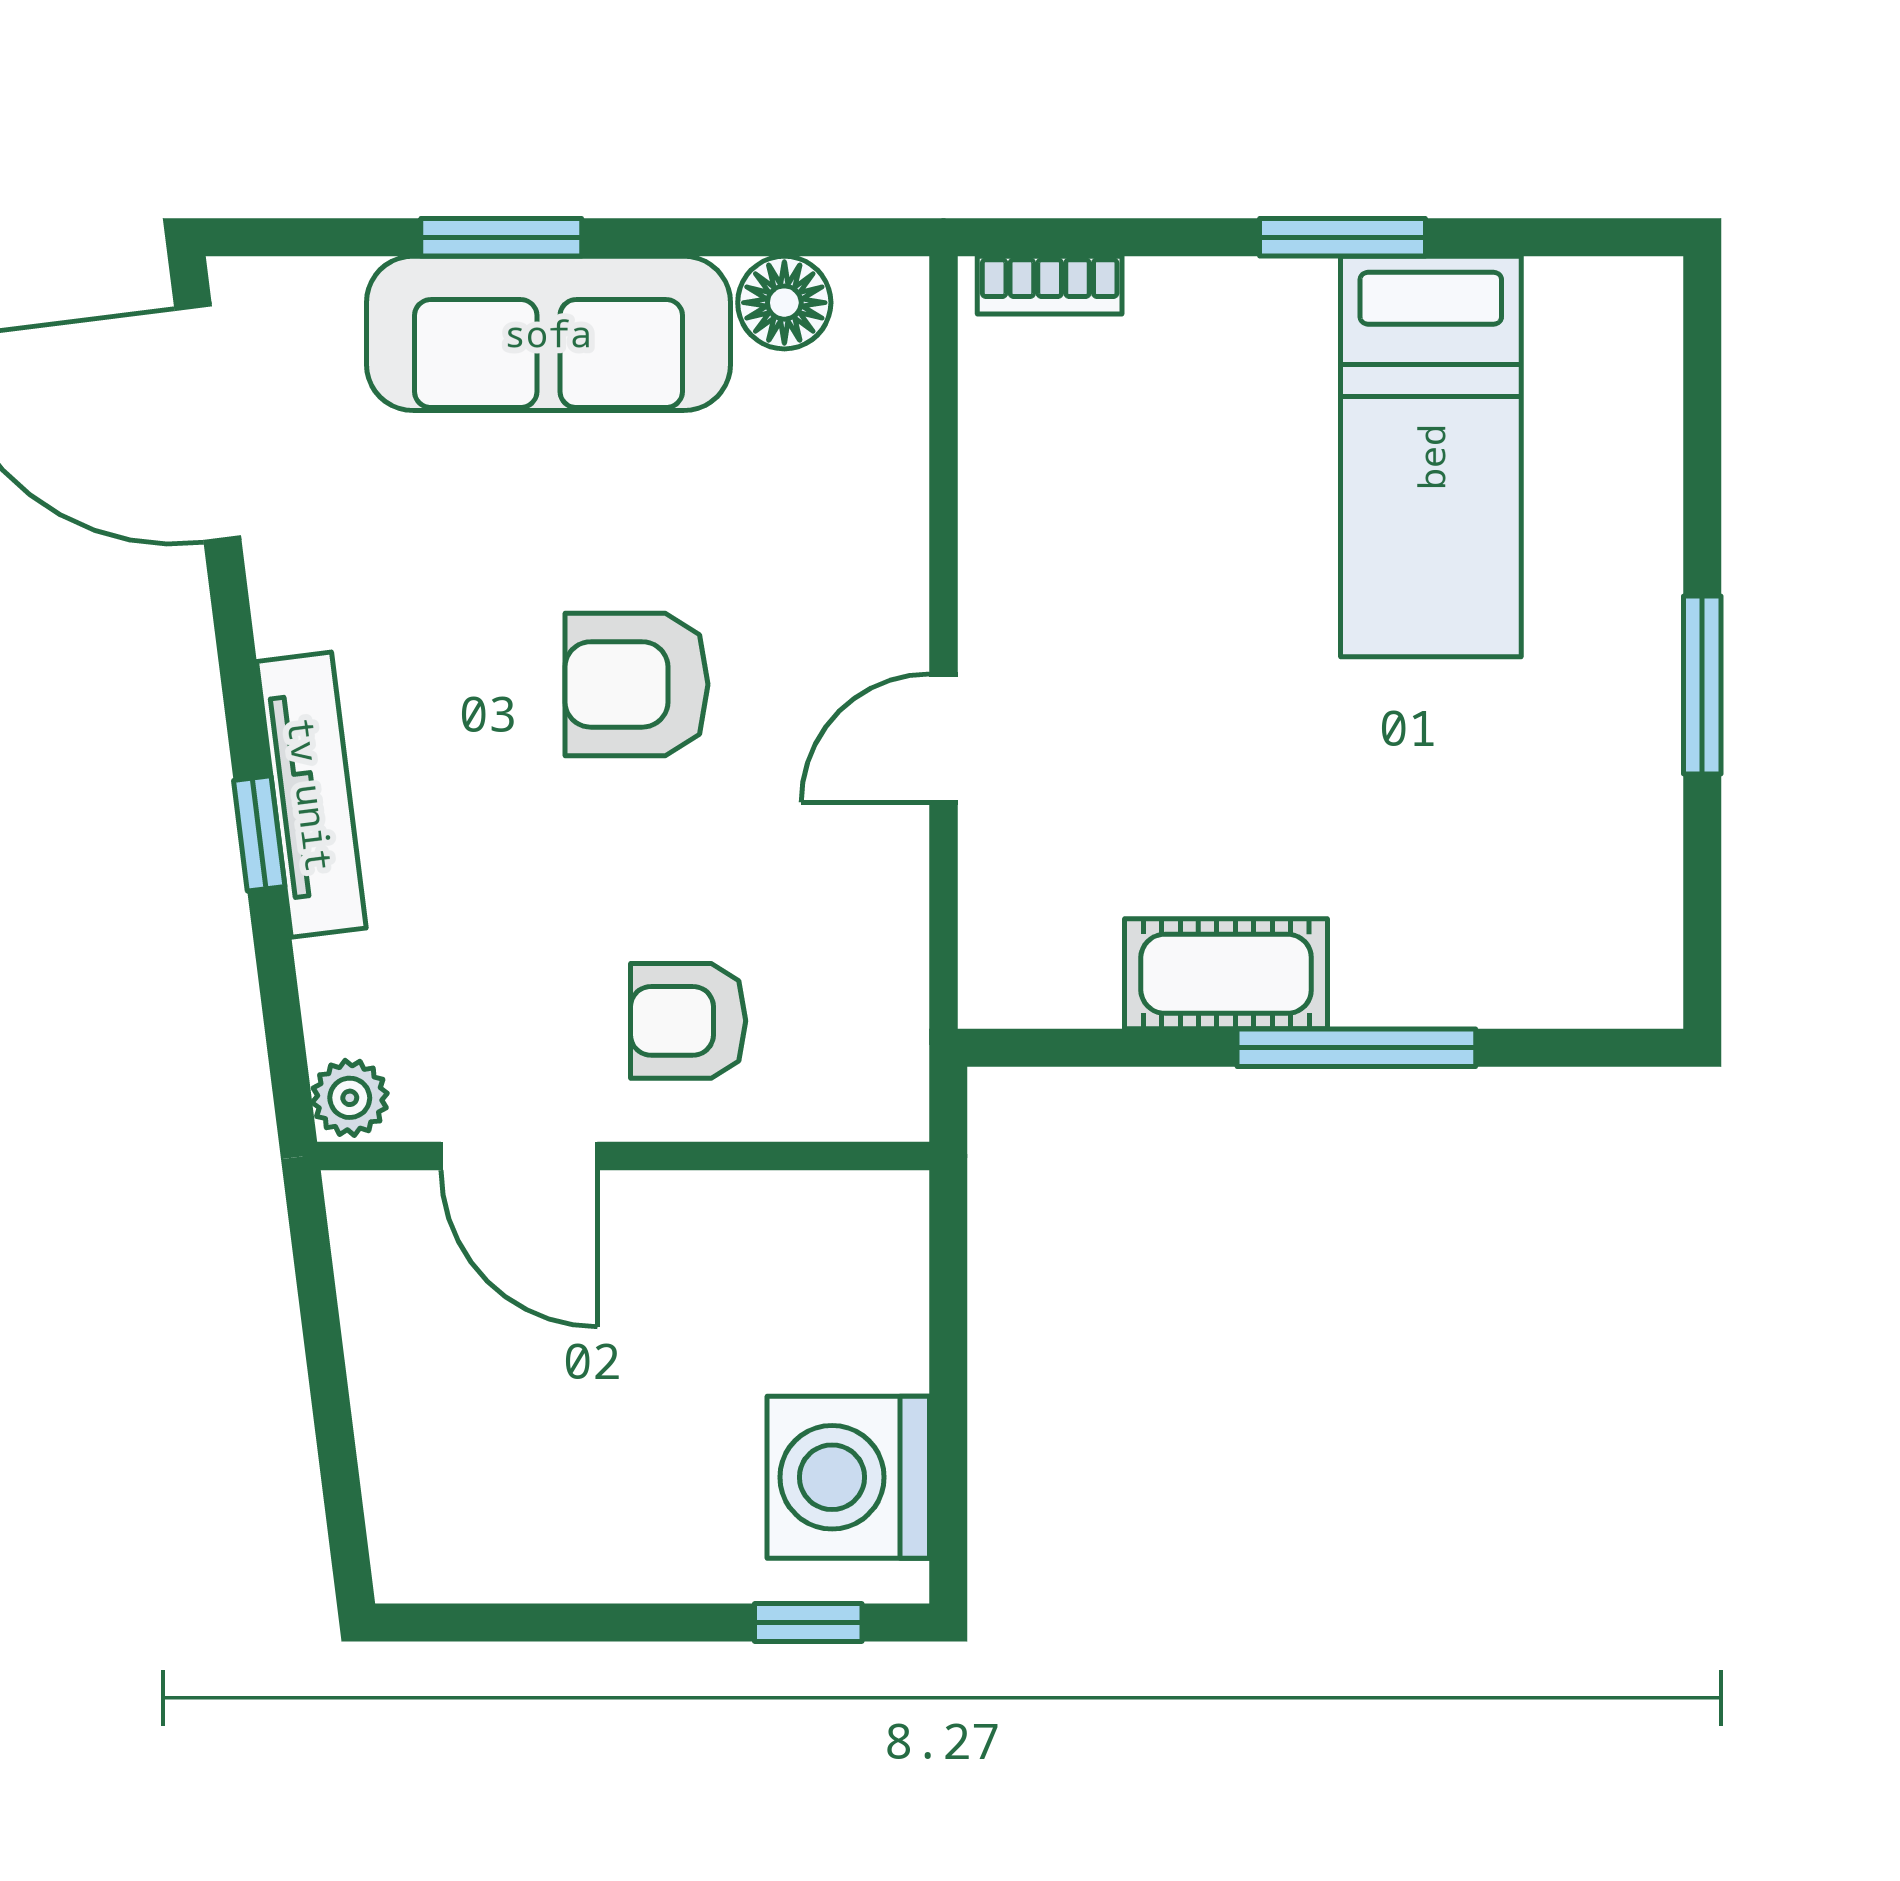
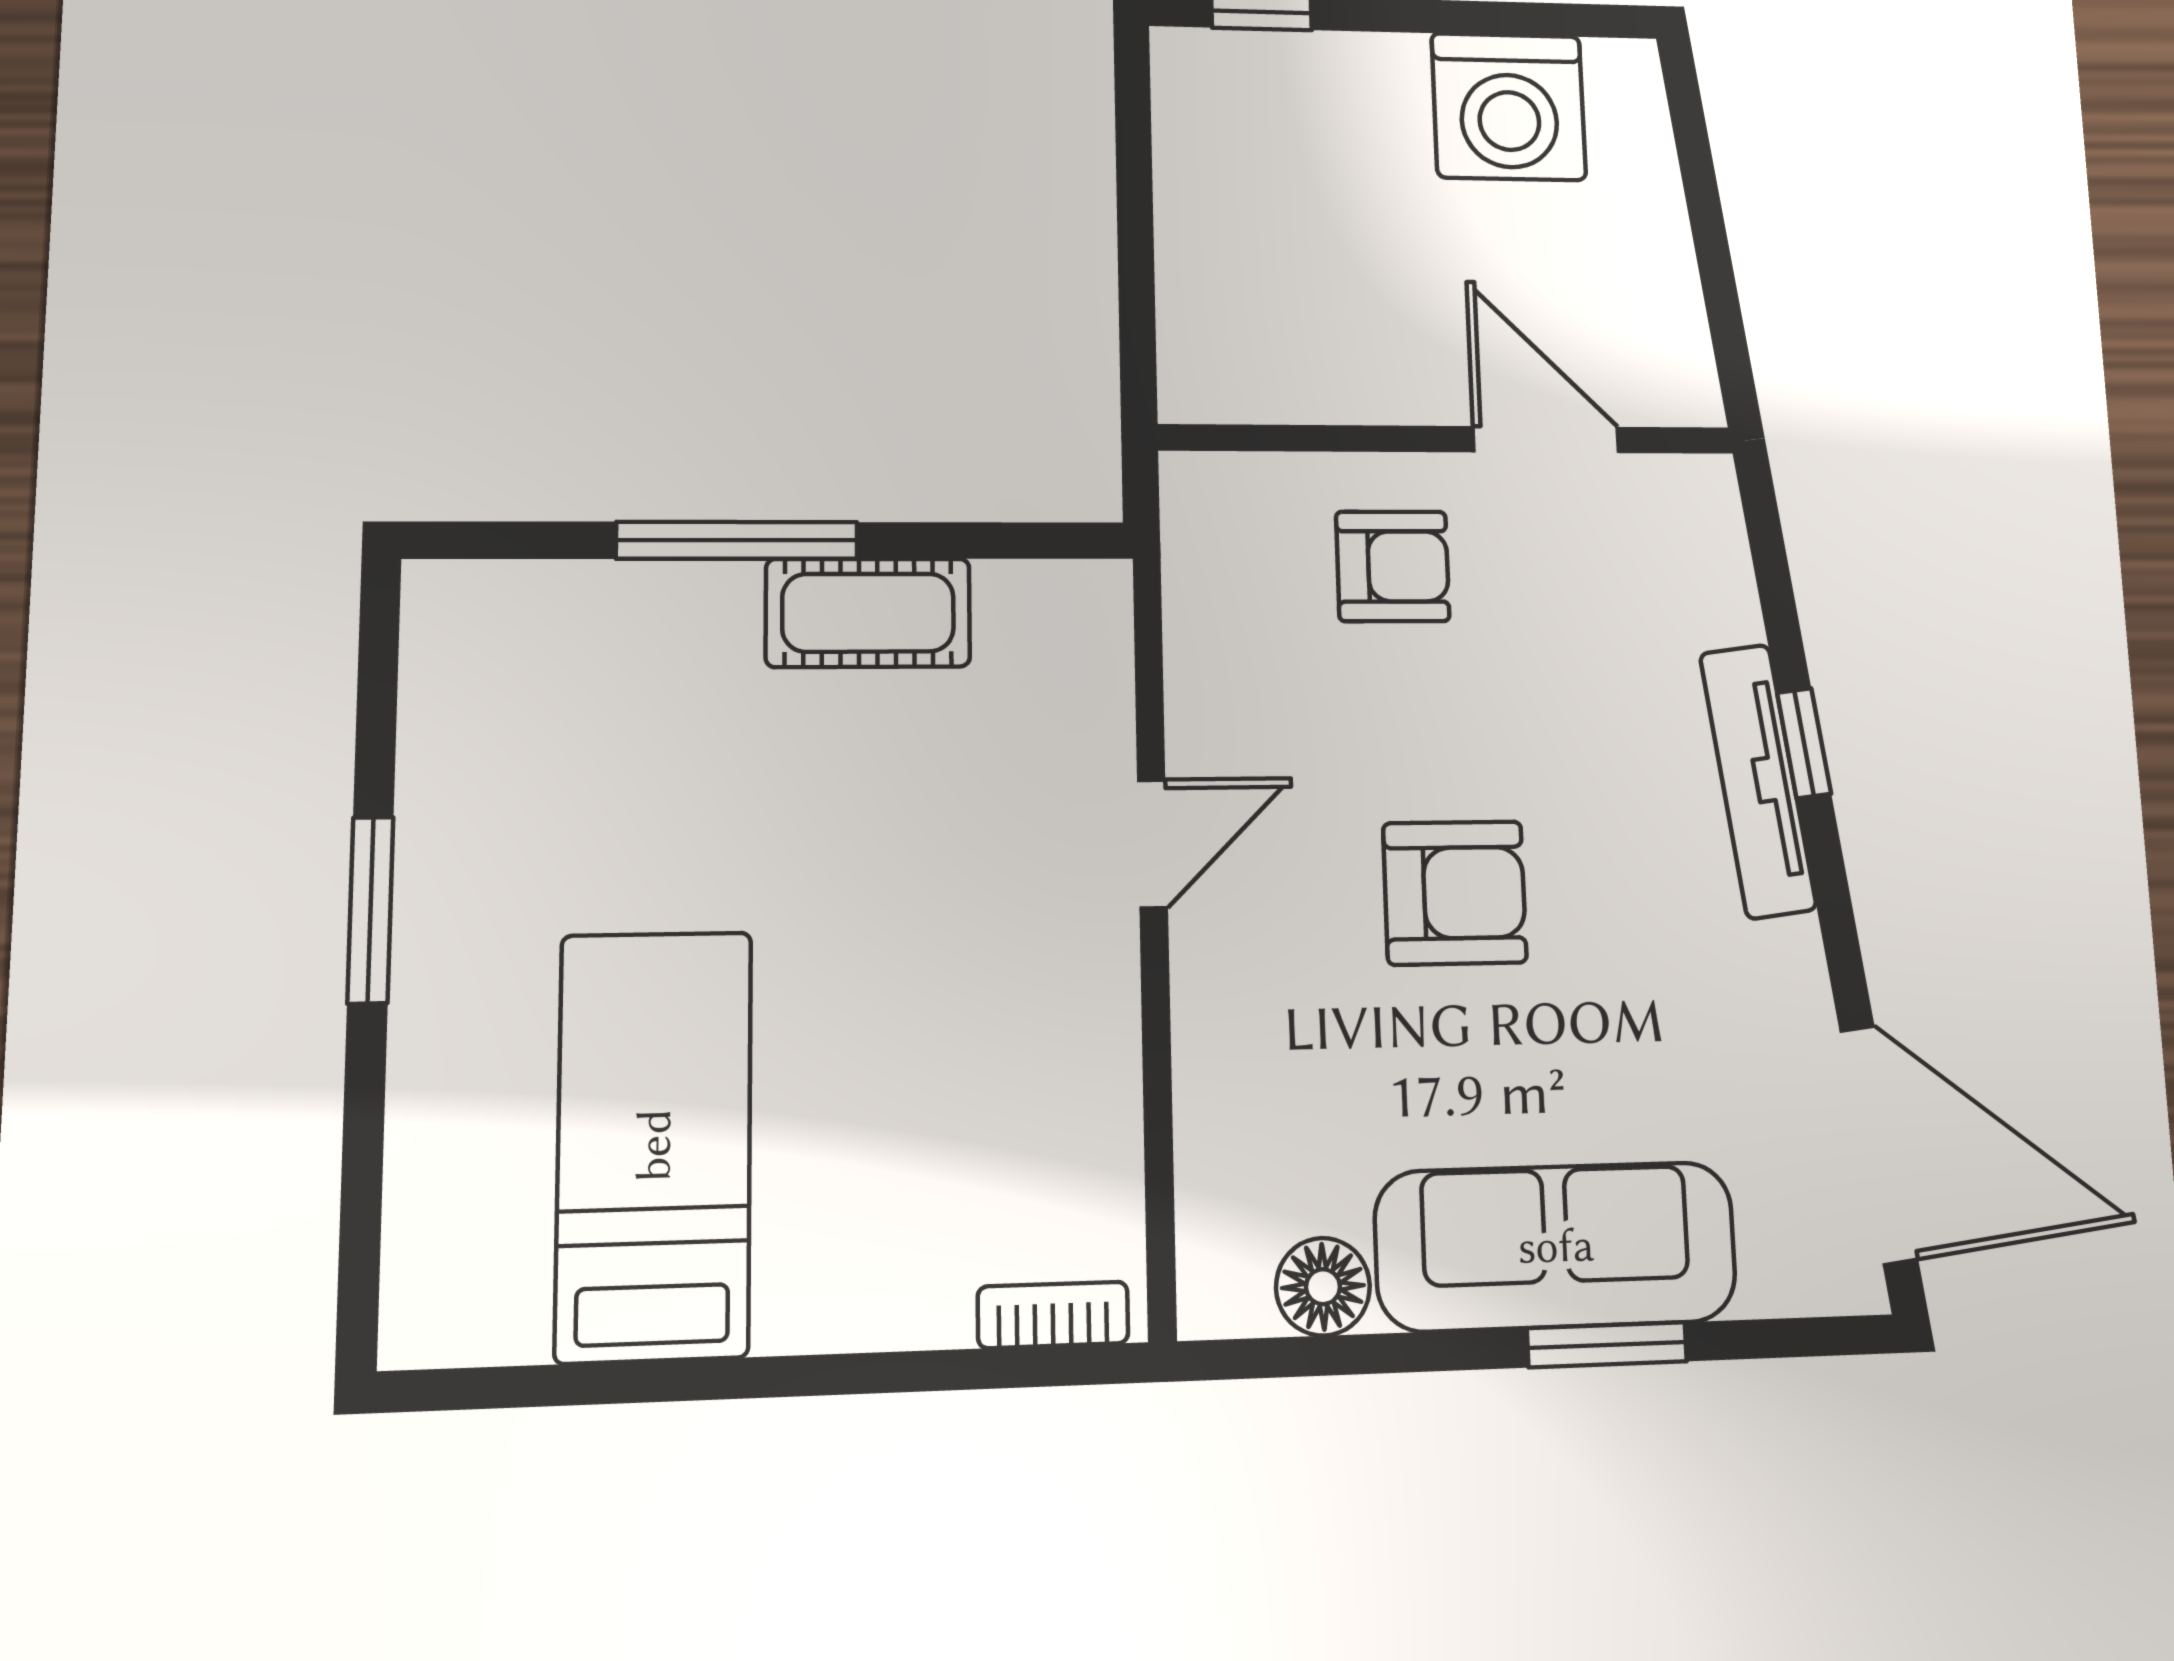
window: (1342, 237) -> (746, 1378), removed
plant: (350, 1098) -> (1705, 494), removed
washing machine: (848, 1477) -> (1509, 107), moved, turned 90

